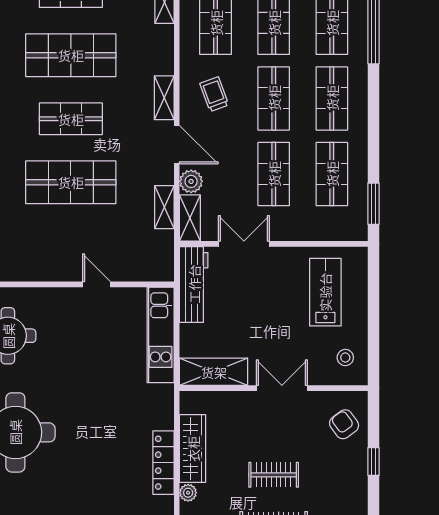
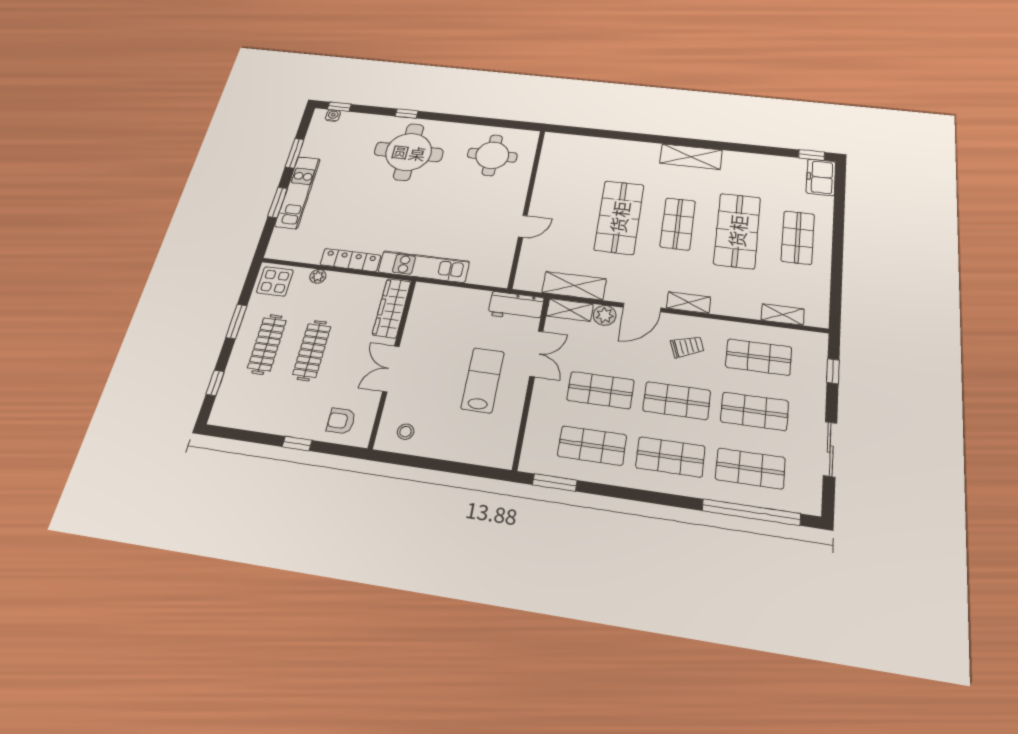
shelving: (164, 207) -> (574, 286), width x1.50, depth x1.33
workbench: (194, 284) -> (516, 306), width x0.73
lab bench: (325, 292) -> (483, 380), moved, turned -90
kitchen unit: (161, 335) -> (424, 267), moved
shelving: (214, 372) -> (421, 311), removed
double door: (282, 388) -> (391, 369), swing flipped
armchair: (344, 424) -> (341, 421), turned -144
wardrobe: (193, 449) -> (392, 308), moved, turned 90
clothes rail: (274, 475) -> (312, 350), width x1.36

